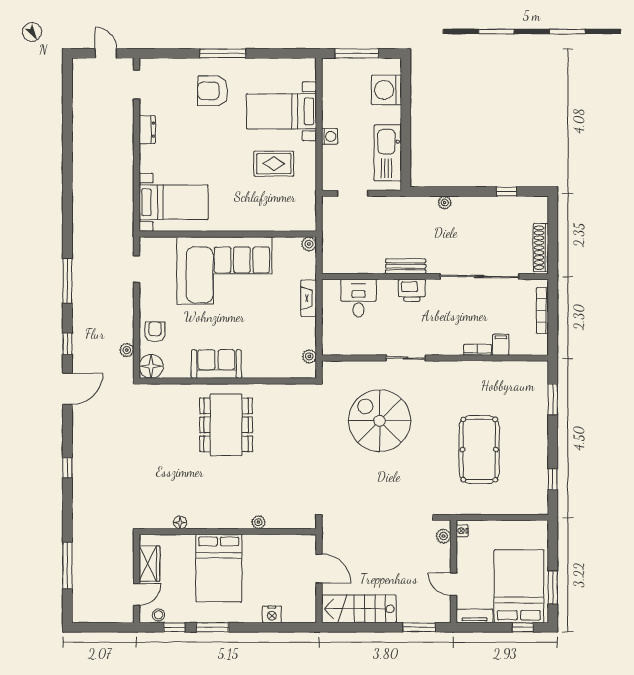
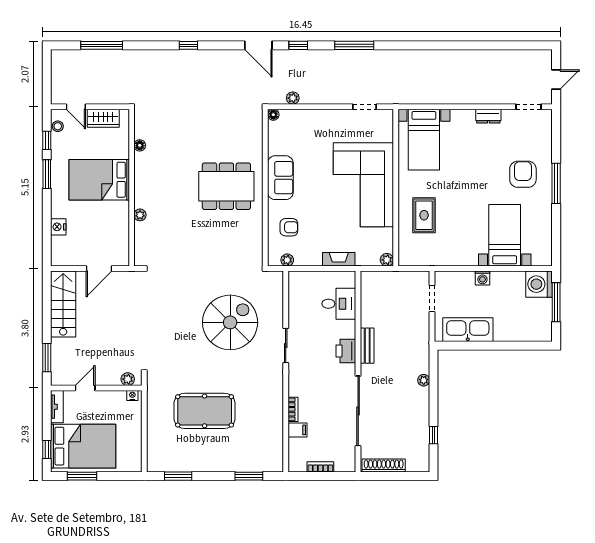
washing machine: (386, 90) -> (539, 284), moved, turned -90
rug: (274, 164) -> (424, 215), moved
bookcase: (542, 311) -> (320, 467), width x0.64
armchair: (155, 332) -> (289, 227), moved
floor lamp: (151, 366) -> (273, 115), width x0.53, depth x0.53
window: (553, 479) -> (178, 476), width x1.50

